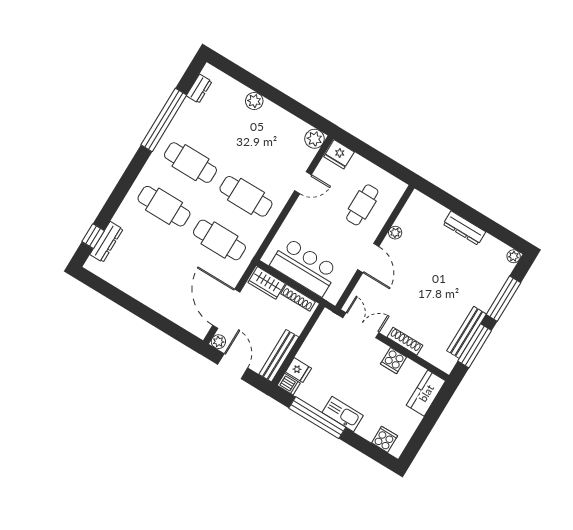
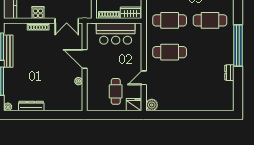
dresser: (199, 89) -> (229, 73), moved
plant: (254, 101) -> (196, 106), removed
window: (164, 120) -> (238, 46), moved
cafe table: (190, 163) -> (210, 52), removed
cafe table: (362, 205) -> (116, 91), moved
dresser: (464, 228) -> (31, 106), moved

